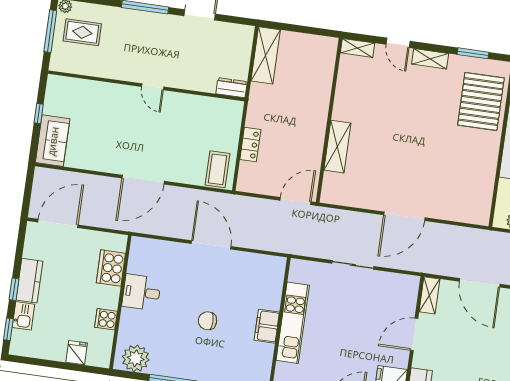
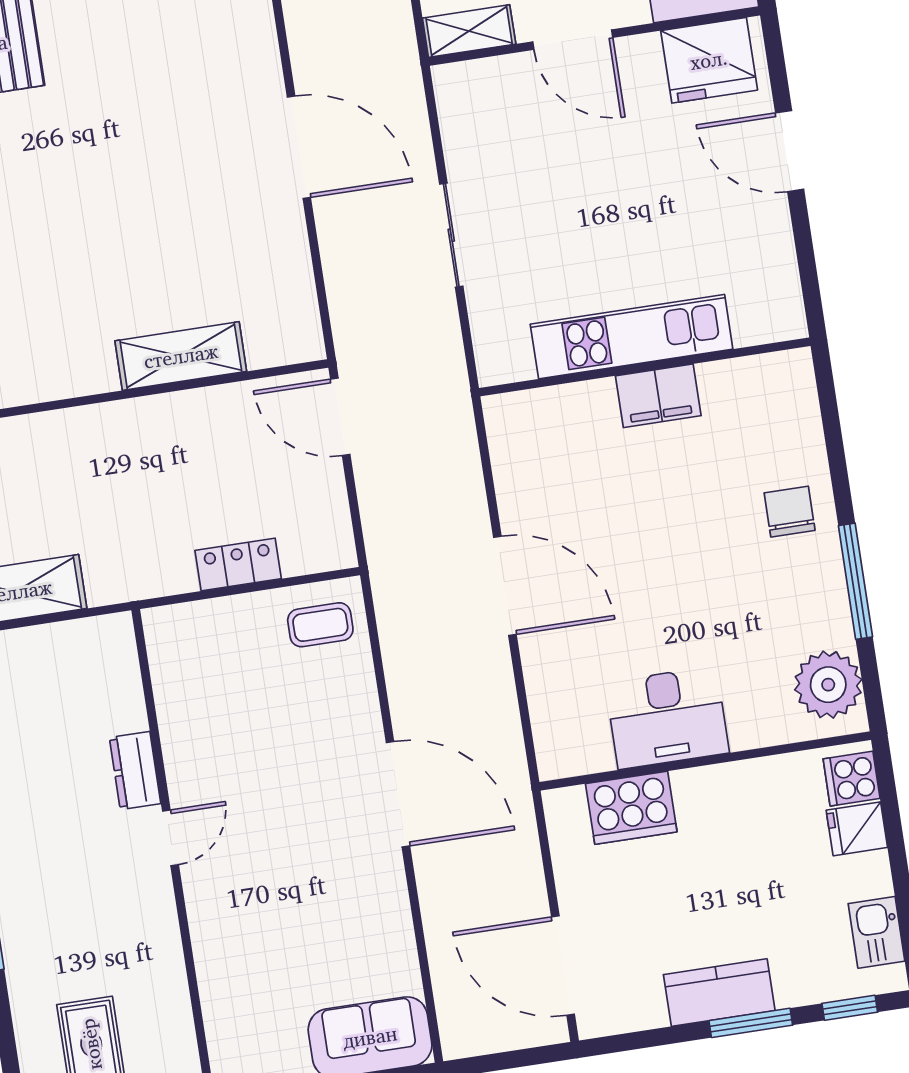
dresser: (232, 88) -> (135, 771), moved
coffee table: (218, 169) -> (320, 625), width x0.73, depth x0.77
door: (211, 245) -> (505, 586), swing flipped
window: (14, 289) -> (751, 1023), width x1.50
desk: (142, 292) -> (667, 718), width x1.37
kitchen sink: (23, 316) -> (876, 932), moved, turned -90
cooker: (106, 319) -> (852, 779), moved, turned 90
chair: (207, 321) -> (790, 512), moved, turned 180

